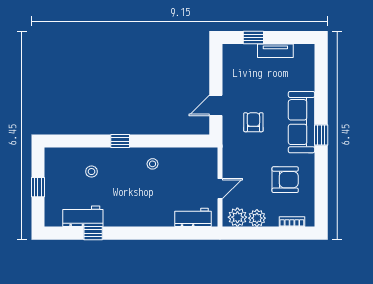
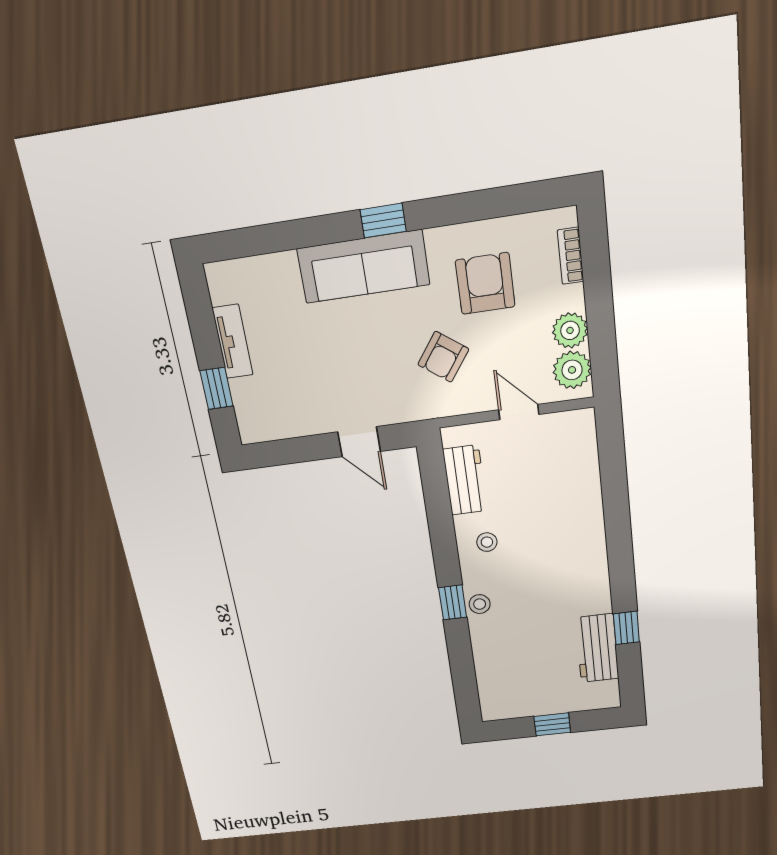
armchair: (253, 122) -> (443, 357), moved, turned -54
stool: (91, 172) -> (480, 604), moved
workbench: (193, 217) -> (465, 480), moved, turned 180

